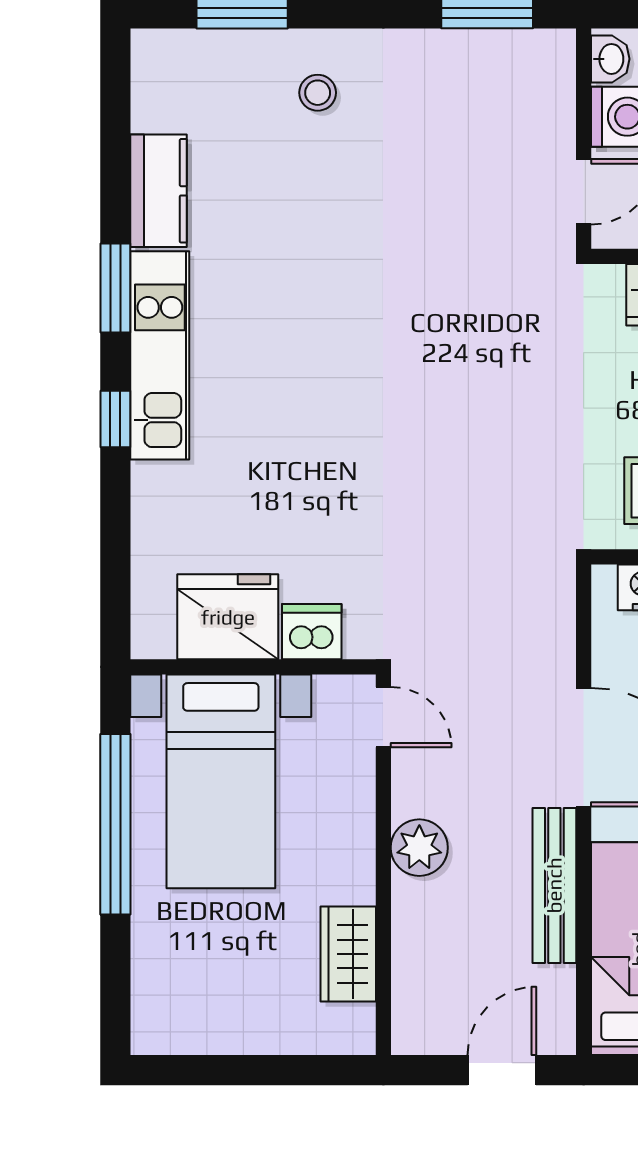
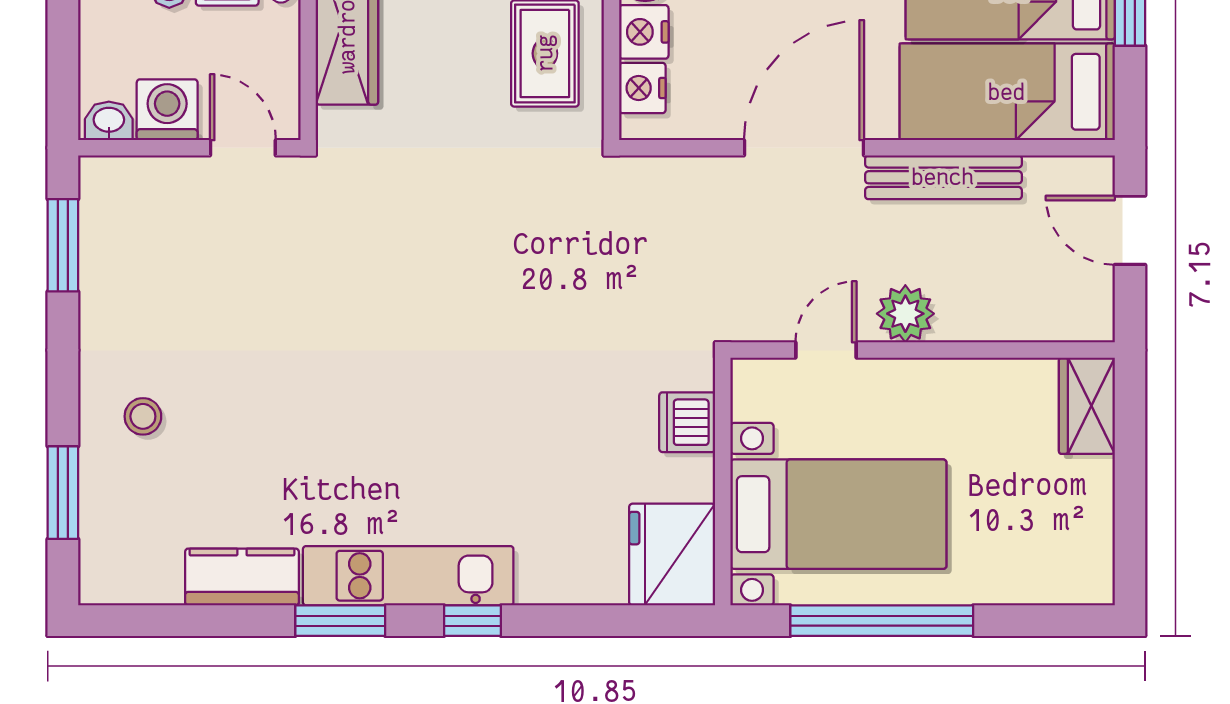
fridge: (228, 617) -> (672, 555), moved
door: (383, 717) -> (826, 350), moved
wardrobe: (348, 954) -> (1087, 406), moved, turned 90

